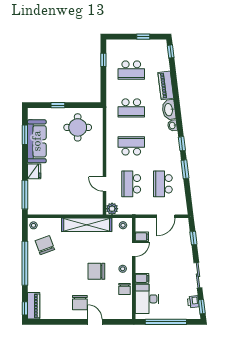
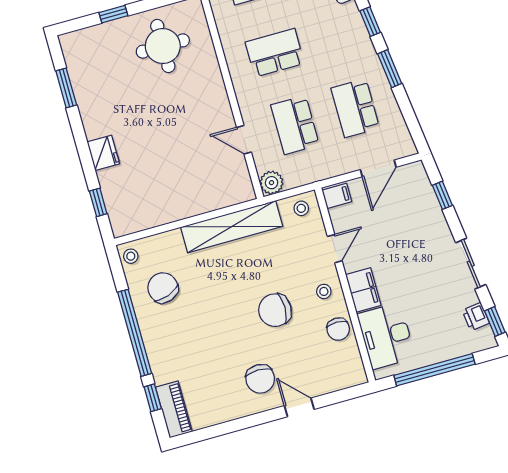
sofa: (37, 141) -> (92, 94), removed
window: (25, 195) -> (98, 202), width x0.46
filing cabinet: (142, 237) -> (337, 196), moved
filing cabinet: (142, 278) -> (363, 290), width x2.00
window: (25, 308) -> (153, 398), moved

